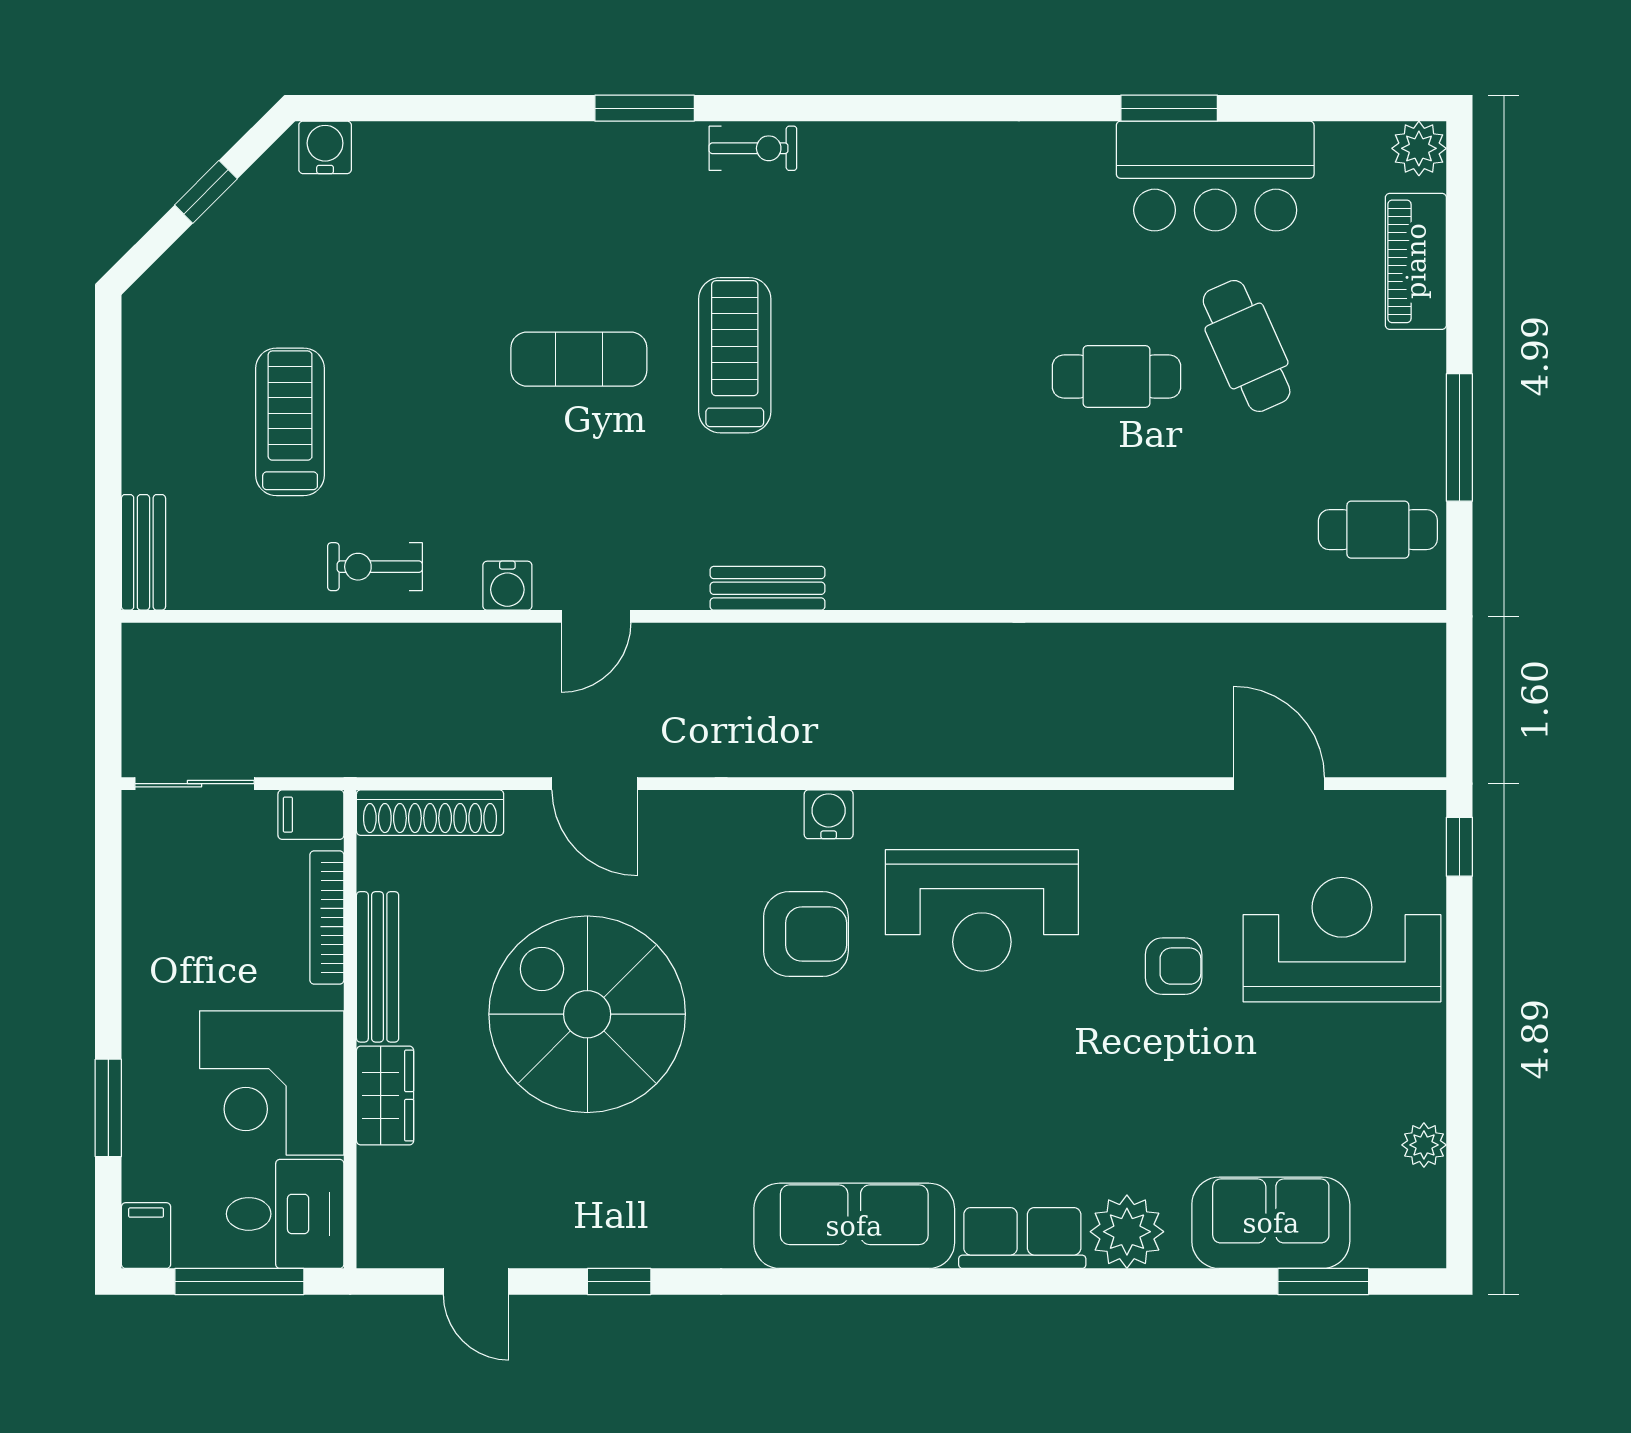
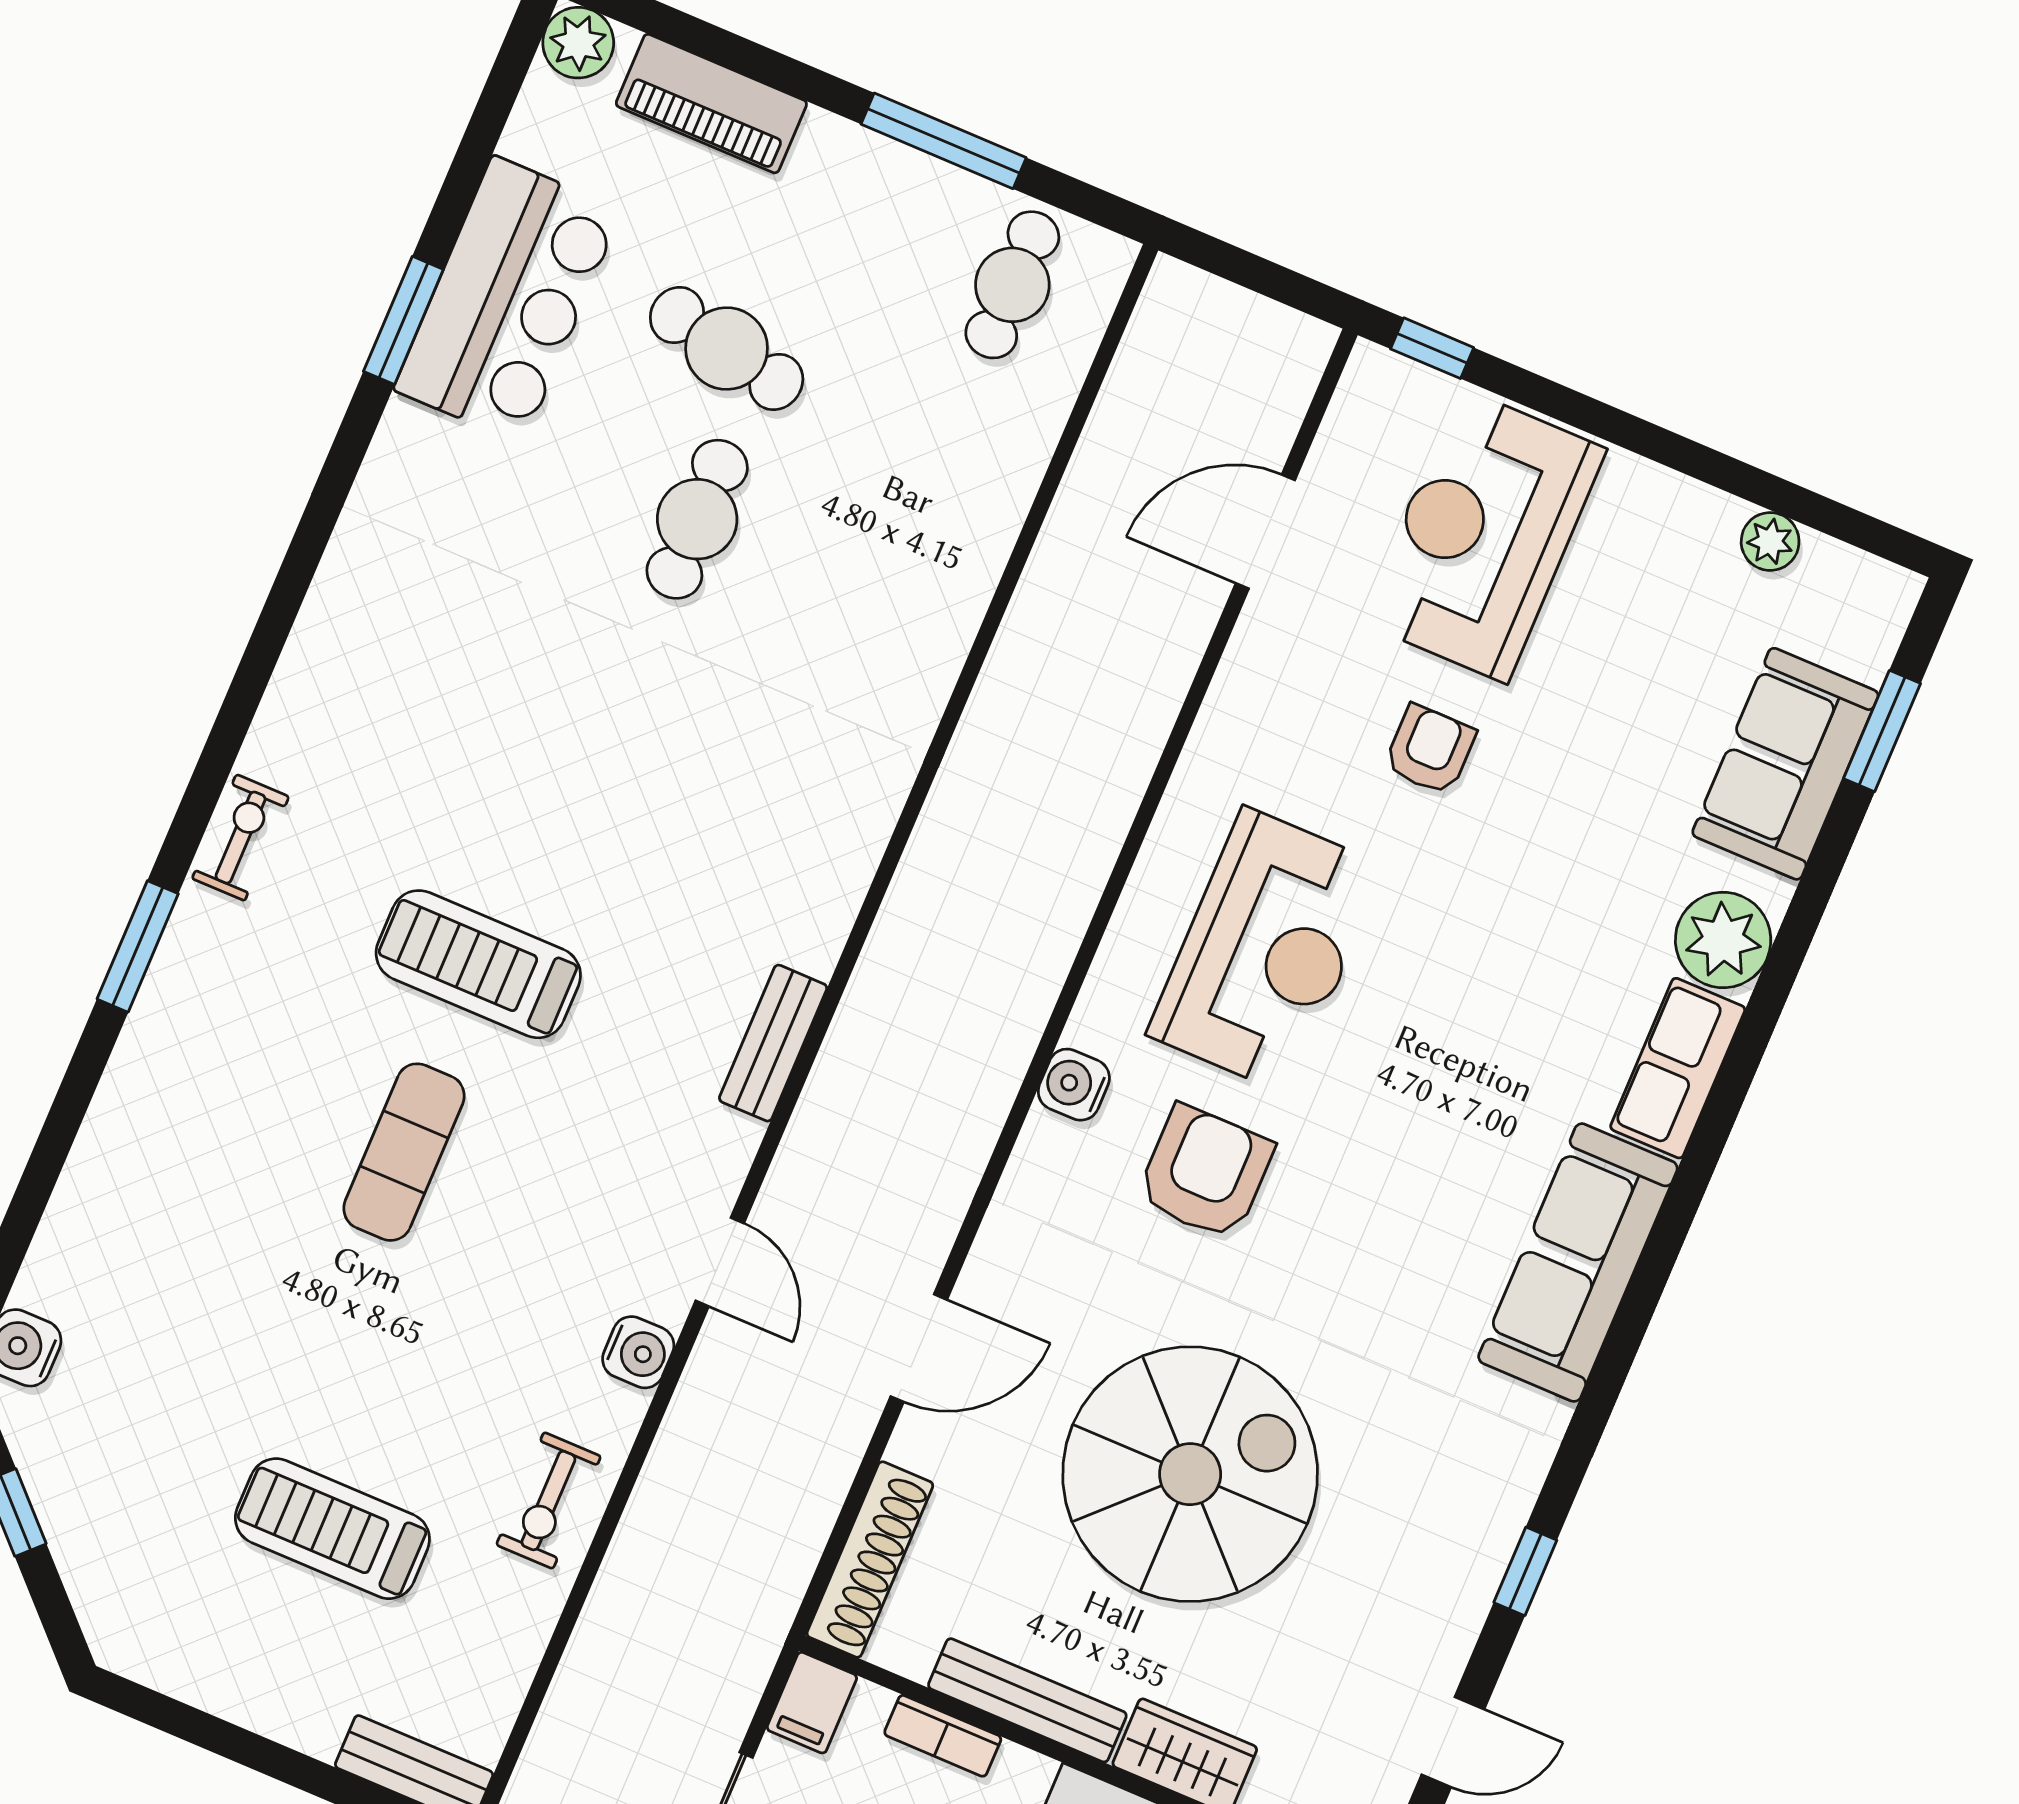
cafe table: (1247, 346) -> (727, 349), turned 35
bookcase: (327, 918) -> (943, 1736), width x0.64
spiral stairs: (587, 1014) -> (1190, 1474), turned 180

